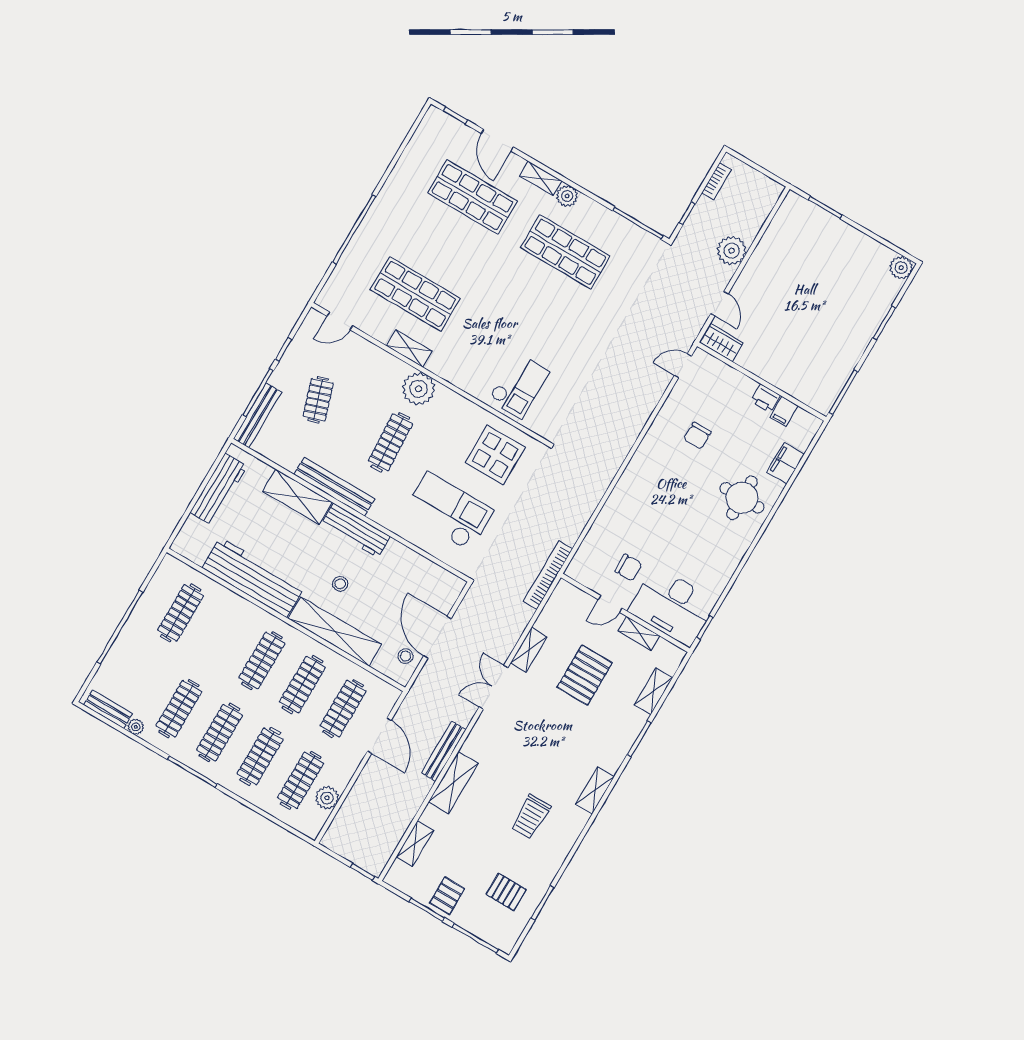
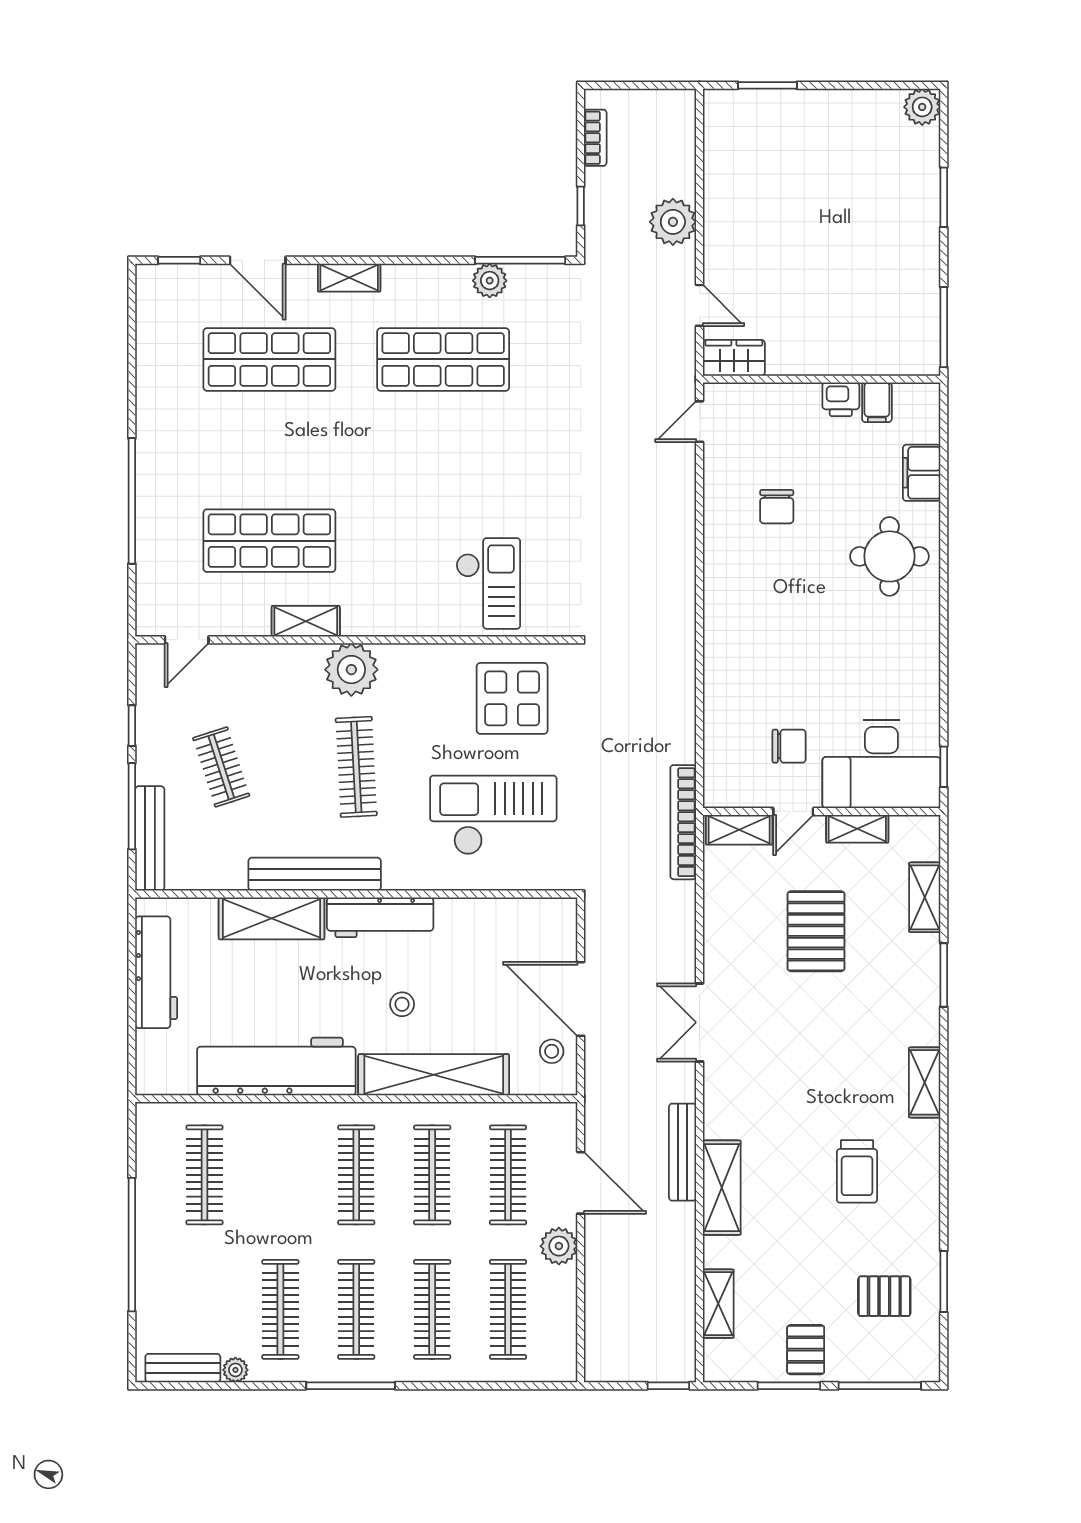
plant: (567, 196) -> (490, 281), moved
shelving: (529, 650) -> (739, 830), moved, turned 90
plant: (327, 798) -> (559, 1246), moved

